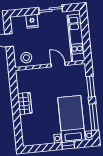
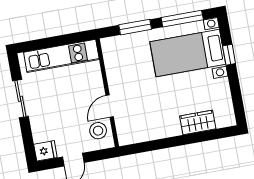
fridge: (32, 21) -> (45, 151), moved
door: (58, 65) -> (110, 106), moved
wardrobe: (25, 103) -> (198, 122), moved

